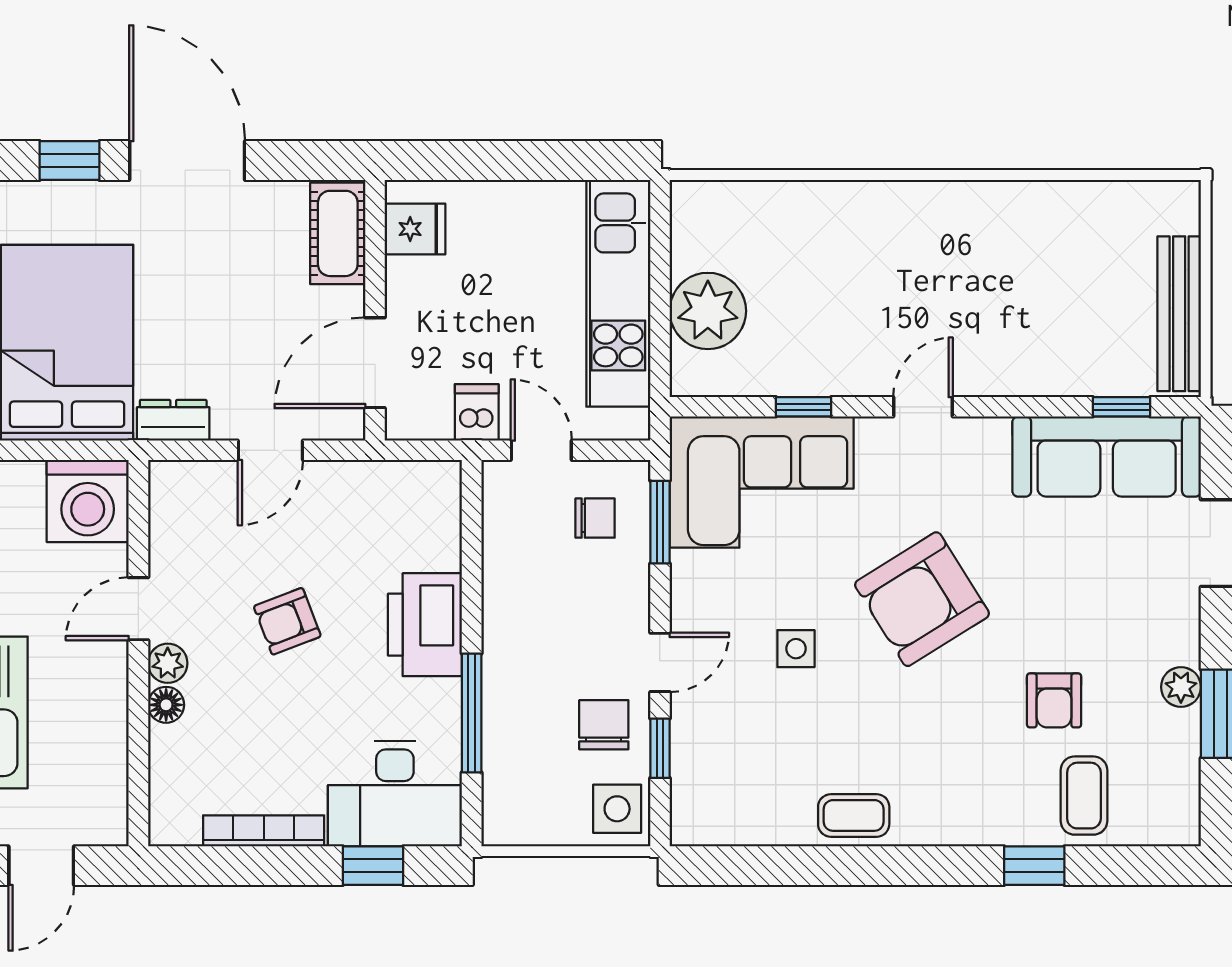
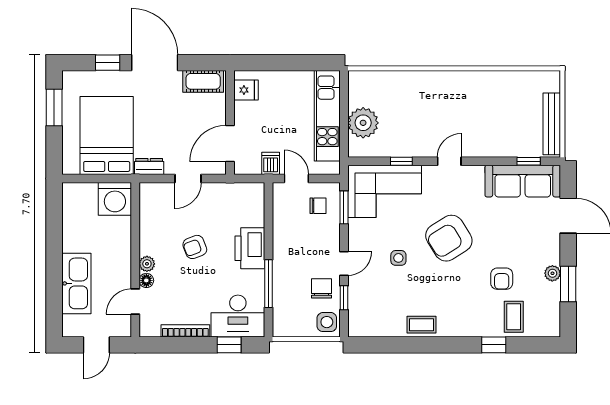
cot: (338, 233) -> (203, 81), moved, turned 90
door: (138, 609) -> (135, 302), moved

